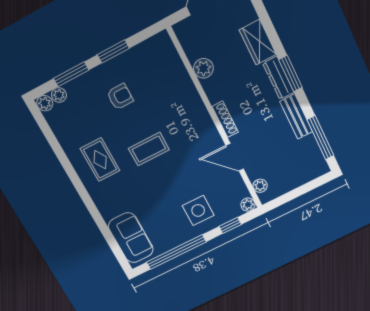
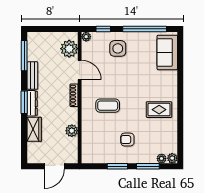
coffee table: (149, 149) -> (108, 106), moved
rug: (100, 160) -> (159, 110), turned 90
plant: (260, 186) -> (69, 49), width x1.87, depth x1.87

